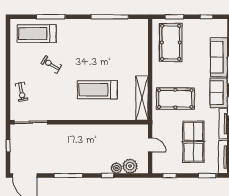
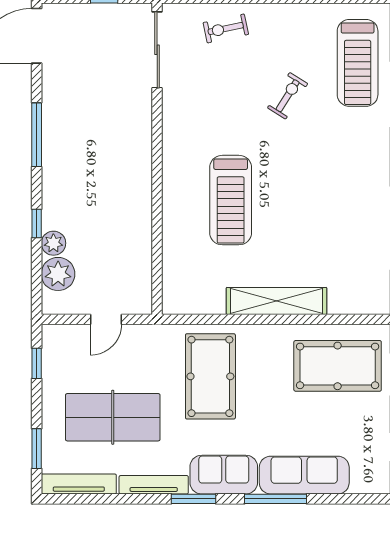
treadmill: (37, 34) -> (358, 63), turned 180
treadmill: (97, 90) -> (231, 200), turned 180
shelving: (142, 98) -> (276, 301), moved

